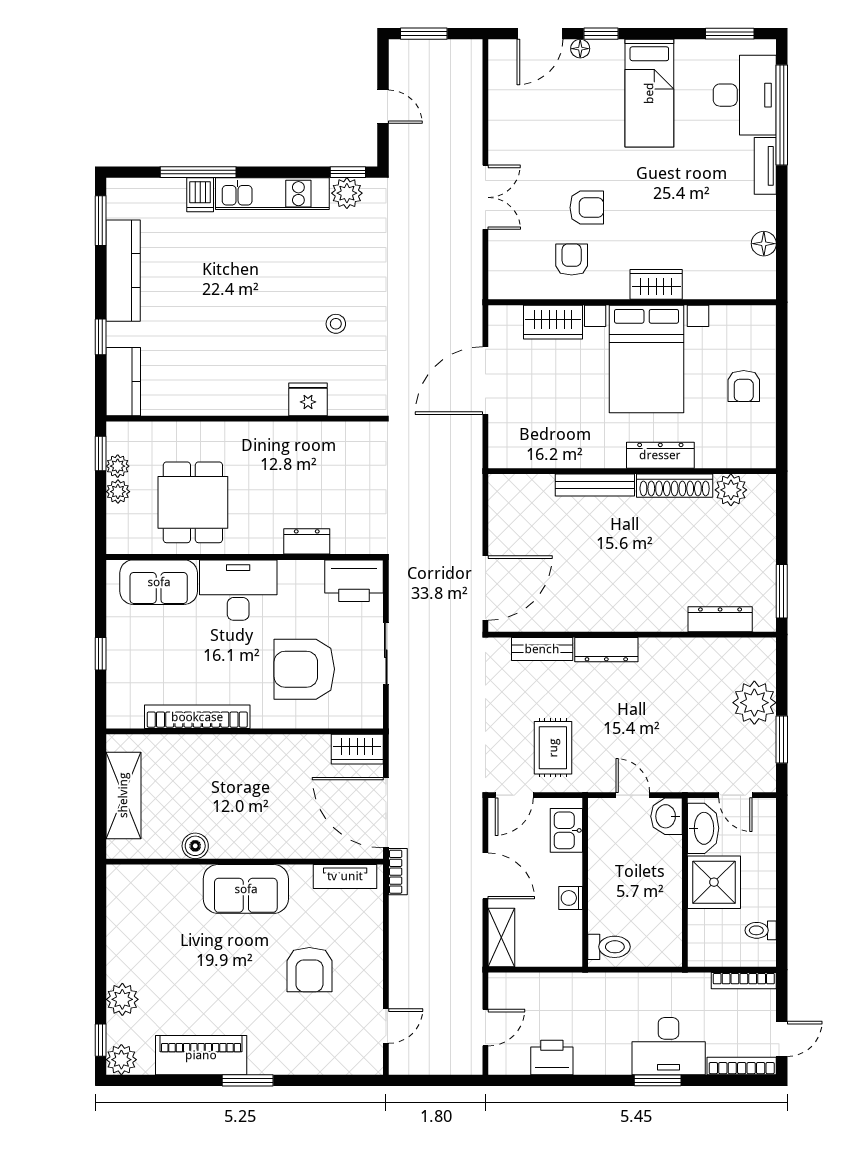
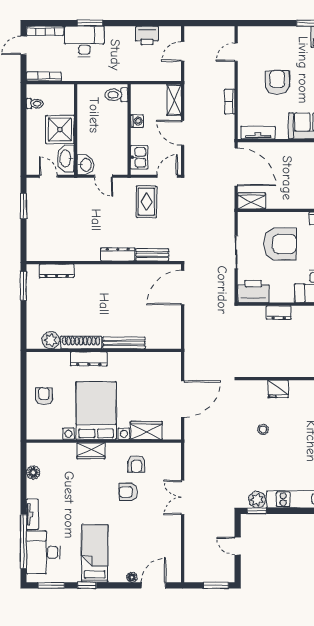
window: (601, 34) -> (87, 585), moved
plant: (754, 703) -> (38, 226), removed
bookcase: (398, 872) -> (230, 102), moved

